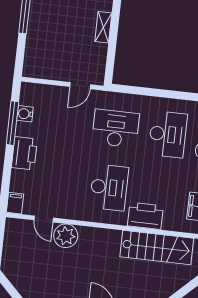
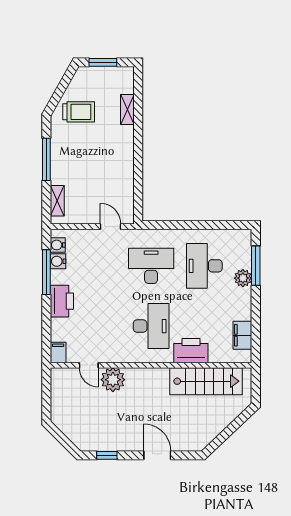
shelving: (103, 27) -> (57, 201), moved
door: (80, 86) -> (111, 227), swing flipped
water cooler: (27, 98) -> (58, 245), added
desk: (168, 134) -> (204, 266), turned 180

